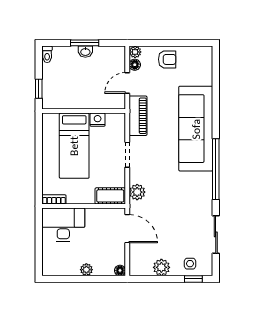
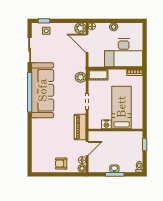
sofa: (196, 129) -> (43, 90), moved
desk: (63, 225) -> (124, 53), width x1.36, depth x1.30
door: (127, 229) -> (87, 43), moved
plant: (161, 267) -> (80, 28), moved

